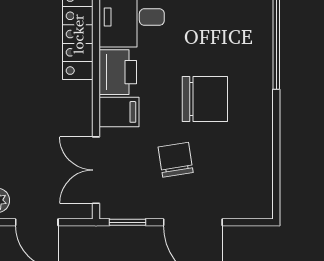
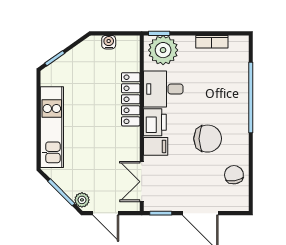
chair: (176, 160) -> (234, 175), moved

